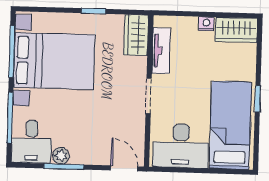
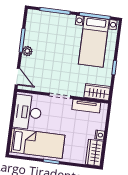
bed with nightstands: (54, 61) -> (94, 42), width x0.73
desk: (32, 142) -> (39, 22), removed
plant: (61, 156) -> (27, 51), moved
door: (124, 168) -> (17, 77), hinge flipped

